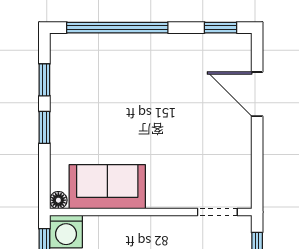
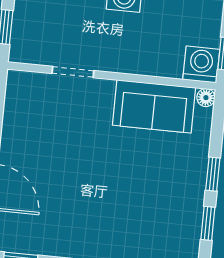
doorway: (217, 212) -> (73, 72), moved

